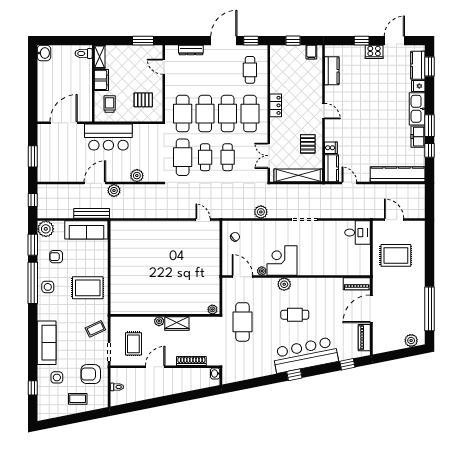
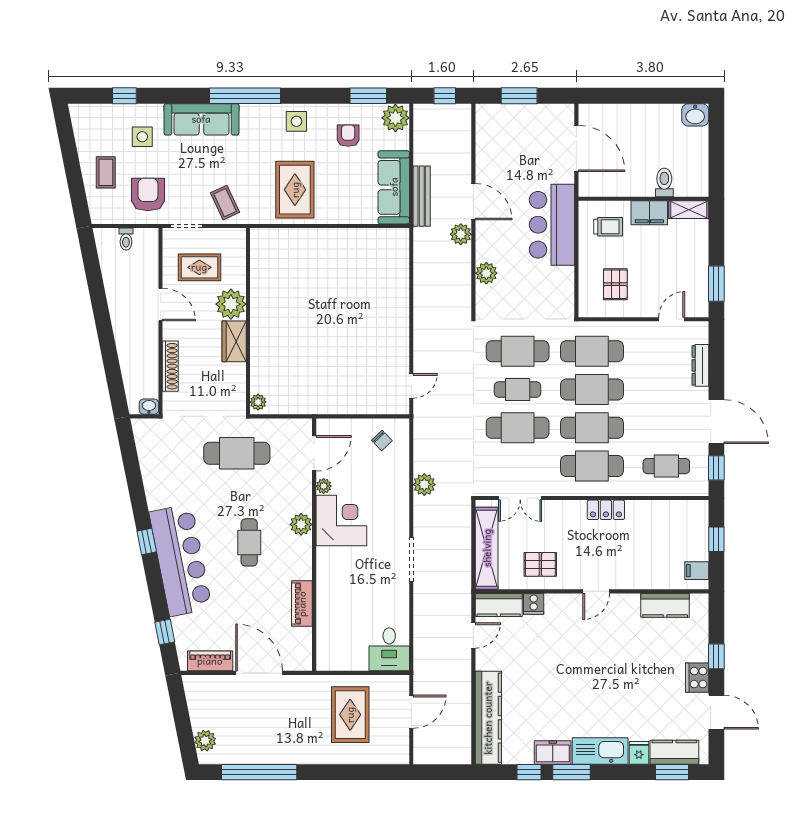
toilet: (84, 53) -> (664, 182), moved
double door: (269, 156) -> (520, 498), swing flipped
cafe table: (228, 157) -> (518, 428), width x1.37, depth x1.35
window: (33, 283) -> (245, 96), moved
piano: (357, 284) -> (302, 604), moved
plant: (159, 321) -> (231, 304), width x1.87, depth x1.87

